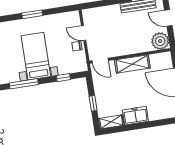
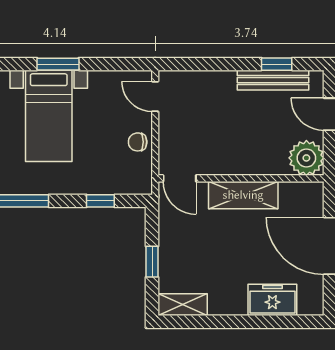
door: (84, 33) -> (155, 96), moved
bed with nightstands: (36, 56) -> (49, 116), moved, turned 180
freezer: (135, 116) -> (272, 300), moved

